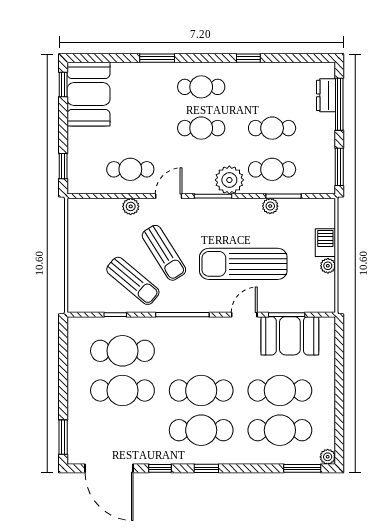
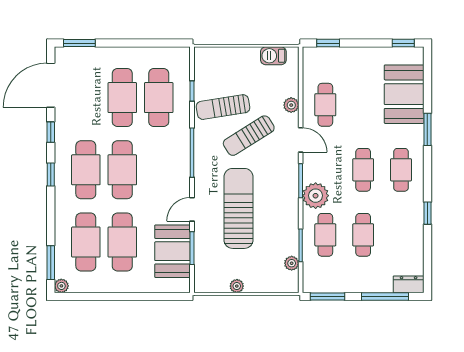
booth: (88, 94) -> (404, 94), moved, turned 90
dresser: (326, 95) -> (409, 284), moved
plant: (270, 206) -> (292, 263), moved
barbecue: (325, 243) -> (273, 56), moved, turned 180
sun lounger: (133, 281) -> (223, 107), turned 41
door: (244, 315) -> (192, 209), swing flipped

